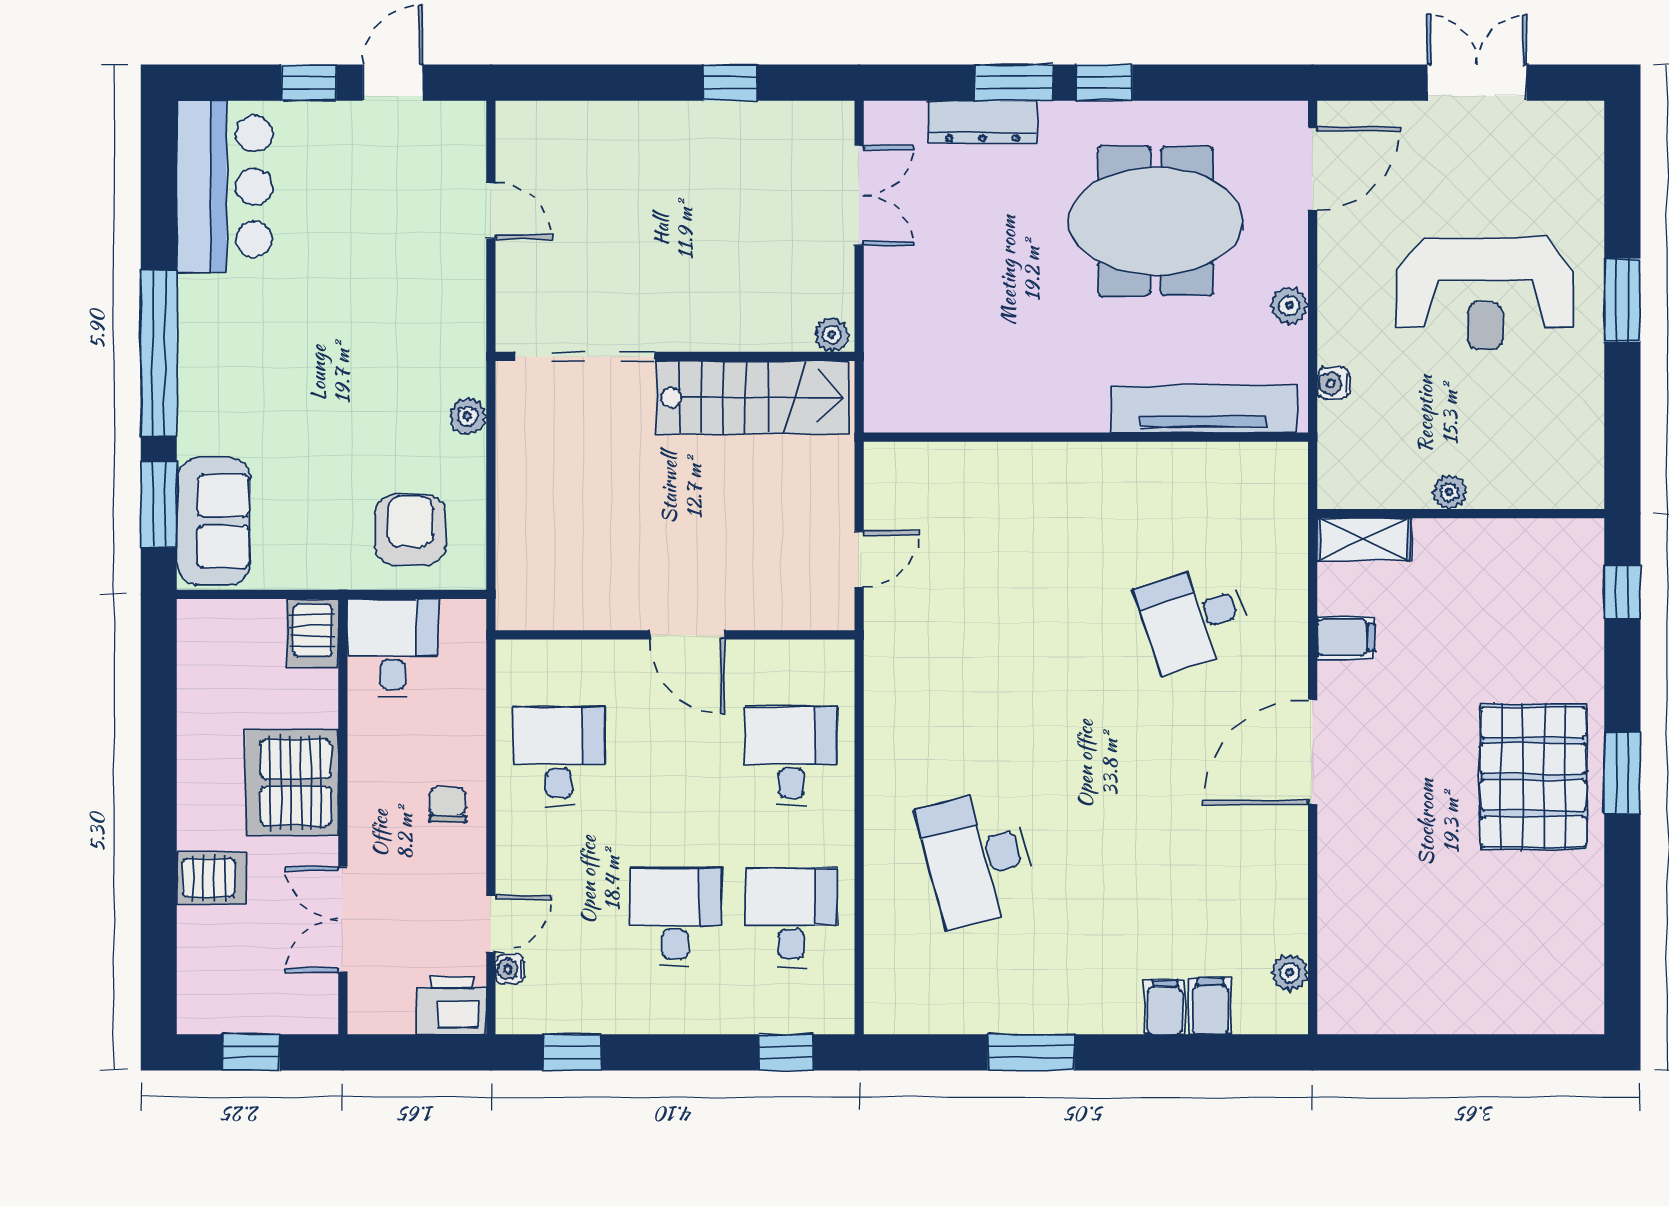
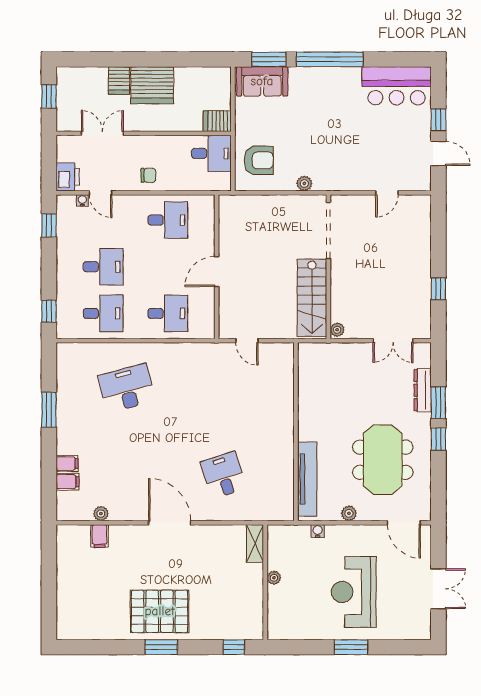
filing cabinet: (1346, 637) -> (99, 536), moved
server rack: (292, 783) -> (152, 85), moved, turned 180
plant: (1290, 973) -> (101, 514), moved

